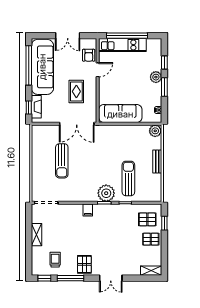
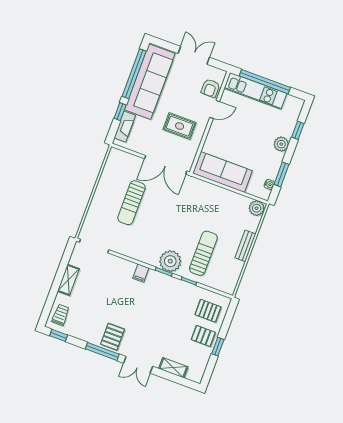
double door: (68, 36) -> (194, 55), swing flipped
window: (164, 87) -> (282, 174), moved
rug: (76, 91) -> (180, 126), turned 90
window: (29, 108) -> (120, 112), moved
window: (164, 223) -> (218, 347), moved
trolley: (55, 260) -> (61, 315), moved
shelving: (151, 271) -> (173, 368), moved
window: (70, 278) -> (102, 352), moved

